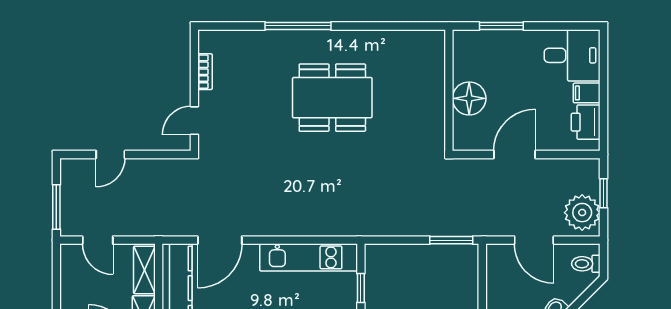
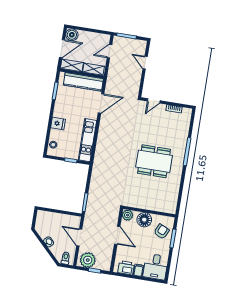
armchair: (490, 55) -> (162, 231), added
dining table: (332, 98) -> (154, 161), turned 90
door: (194, 121) -> (154, 101), swing flipped
plant: (465, 138) -> (127, 215), added
door: (220, 240) -> (101, 103), swing flipped
door: (534, 240) -> (79, 238), hinge flipped

